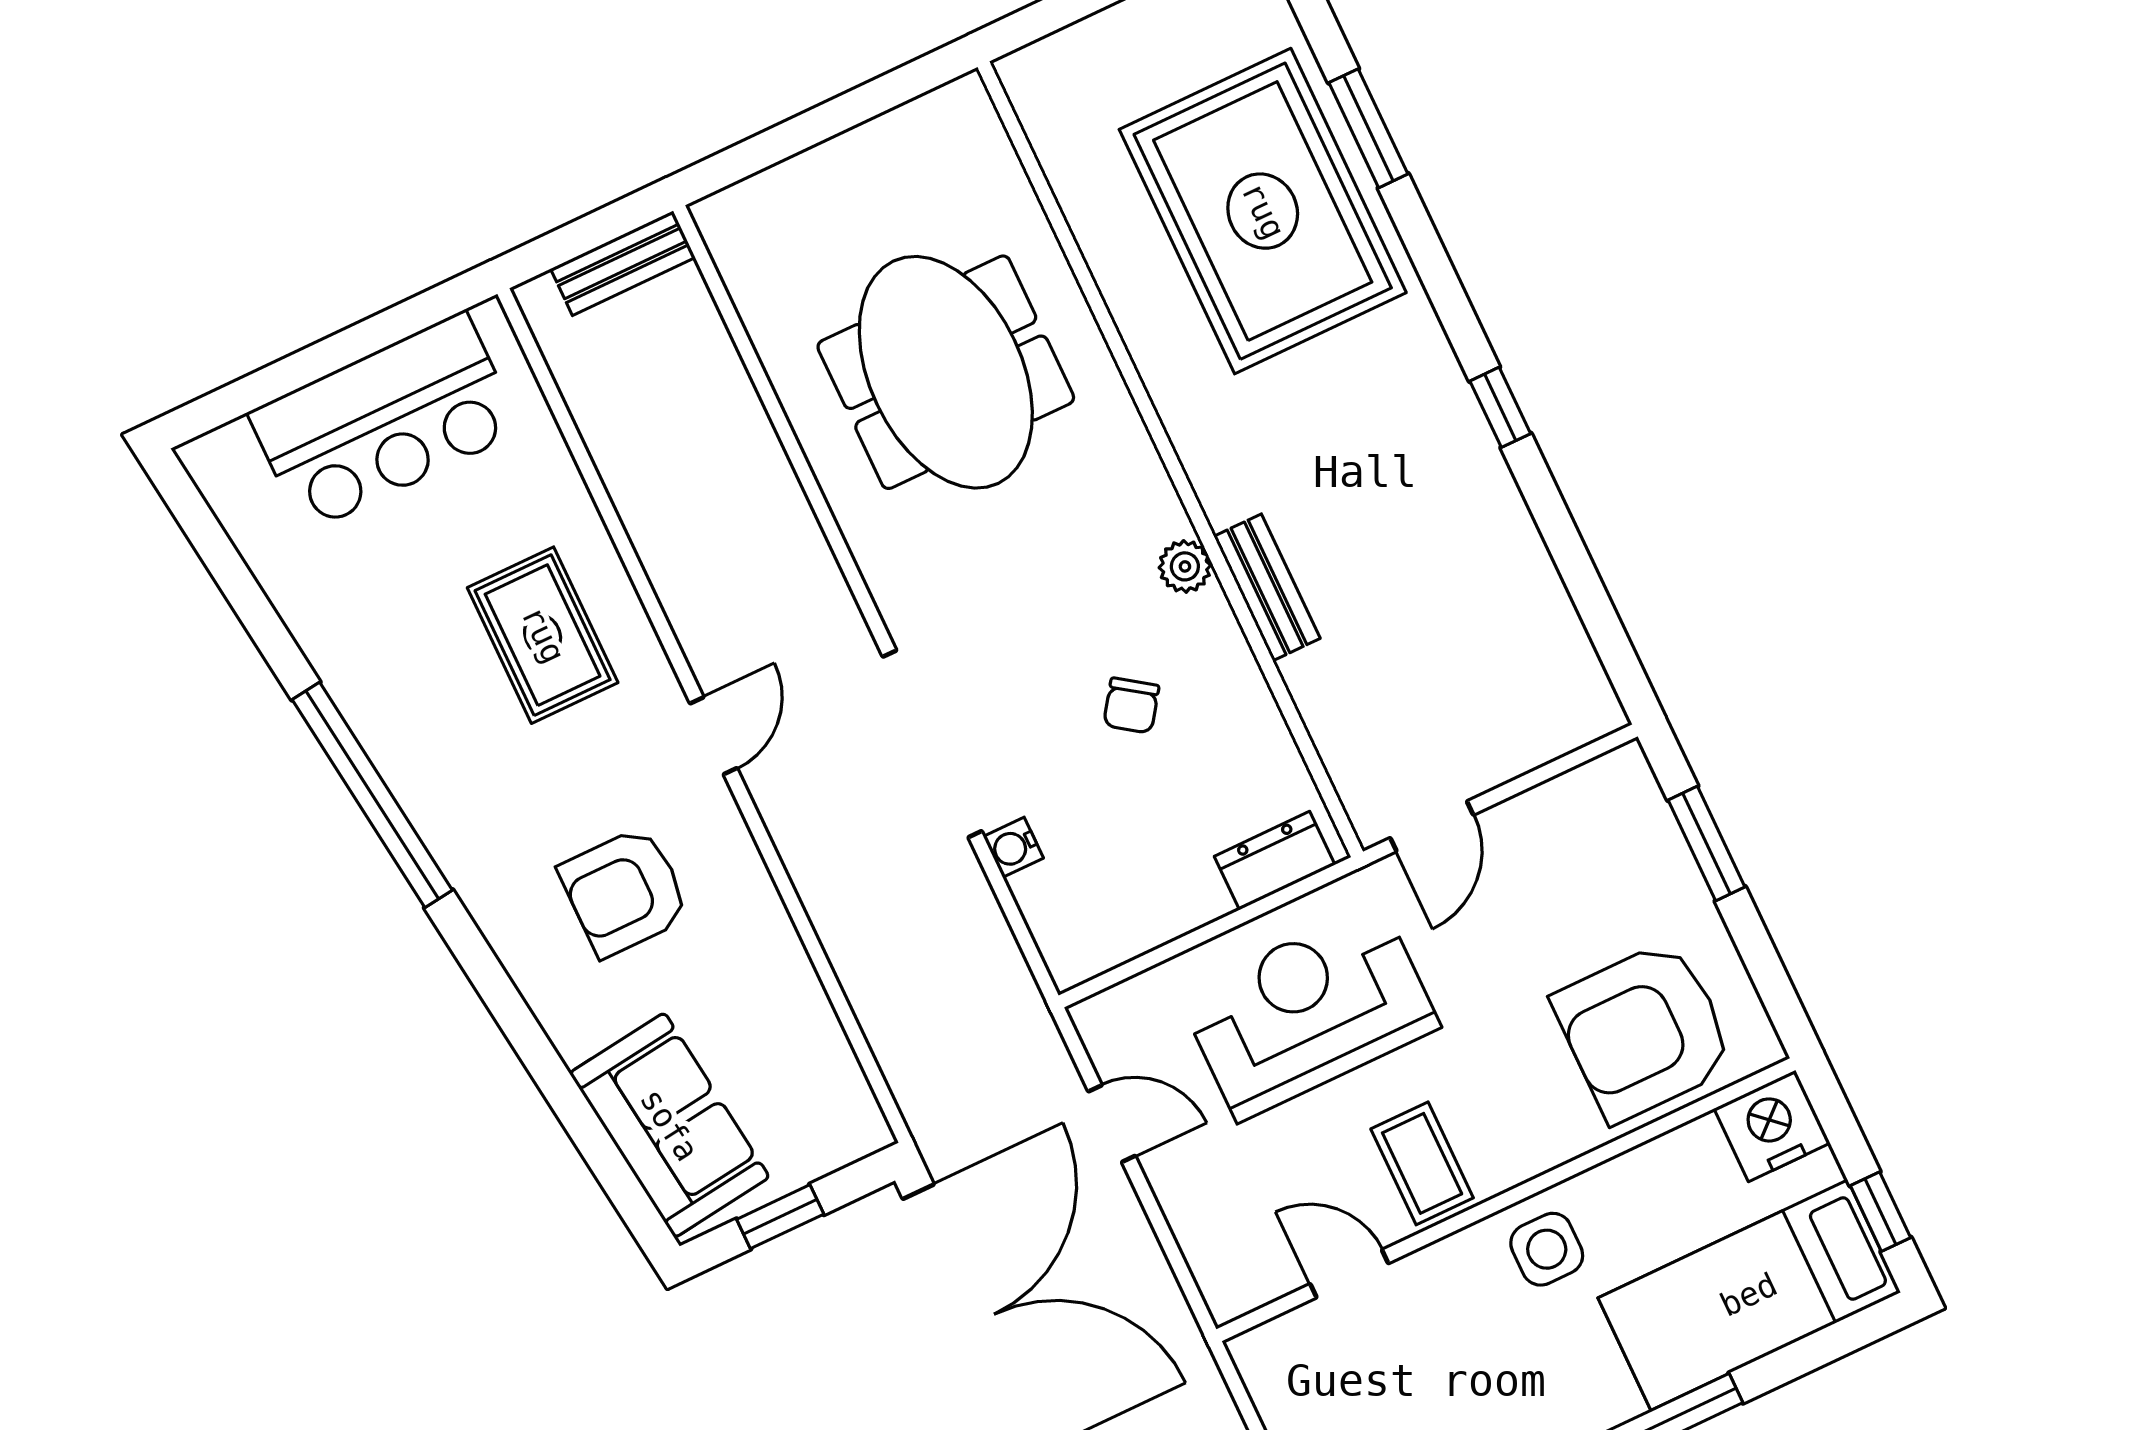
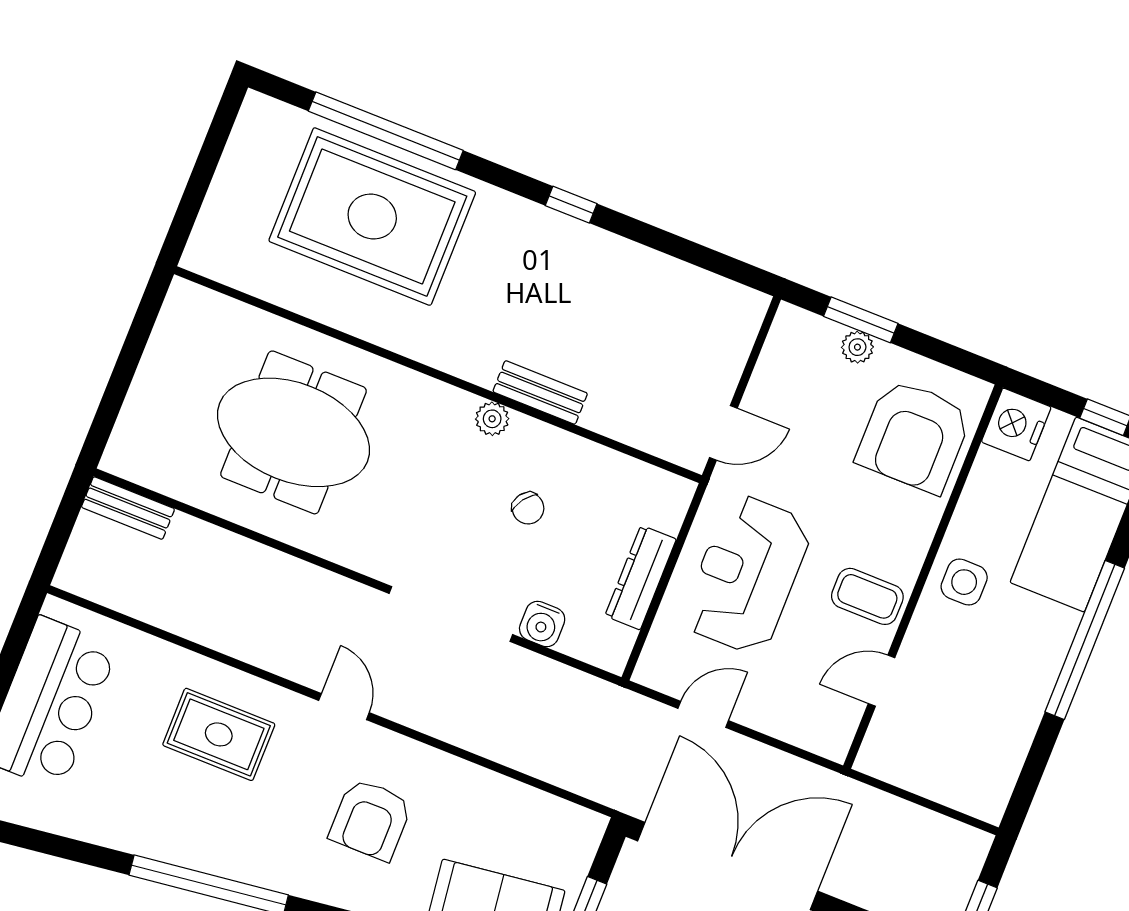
window: (1368, 128) -> (386, 131), width x2.11
bench: (623, 263) -> (128, 508), moved, turned 90
door: (1432, 826) -> (723, 433), hinge flipped
water cooler: (1013, 847) -> (542, 624), width x1.38, depth x1.38
dresser: (1275, 861) -> (641, 578), moved, width x1.44
plant: (1674, 871) -> (857, 347), added

